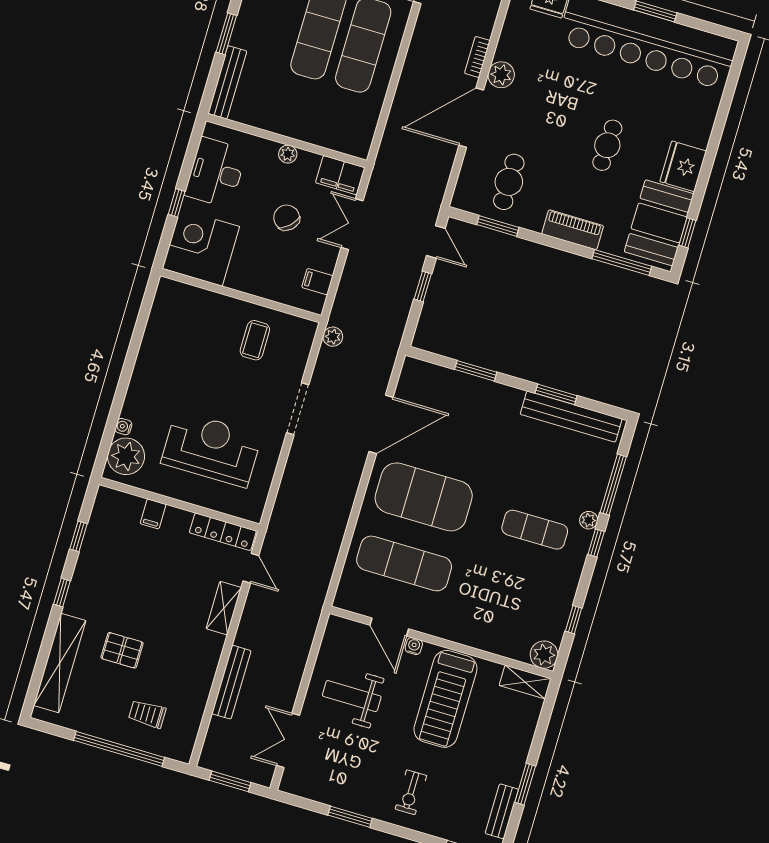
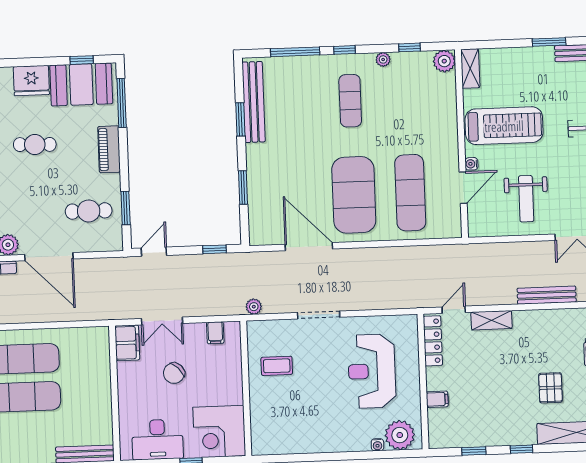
plant: (288, 154) -> (125, 389), removed
window: (423, 286) -> (215, 249), moved
plant: (589, 520) -> (383, 59), moved

